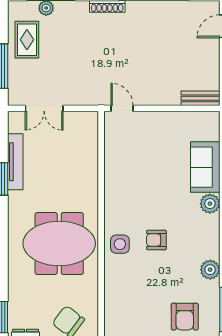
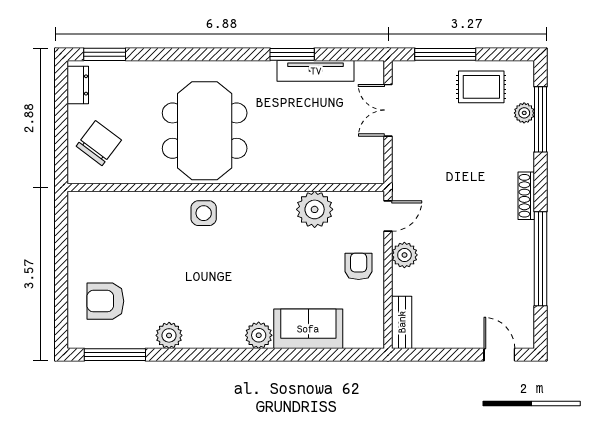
plant: (151, 96) -> (404, 255), added
plant: (117, 162) -> (315, 209), added
armchair: (156, 240) -> (359, 266), moved

